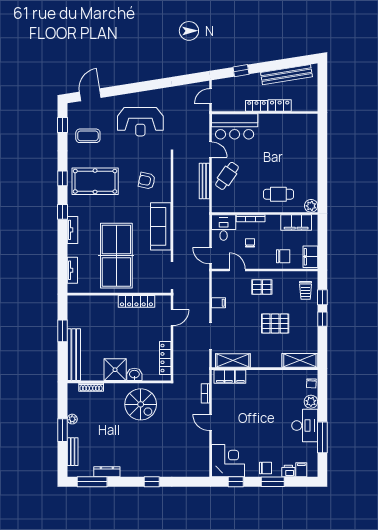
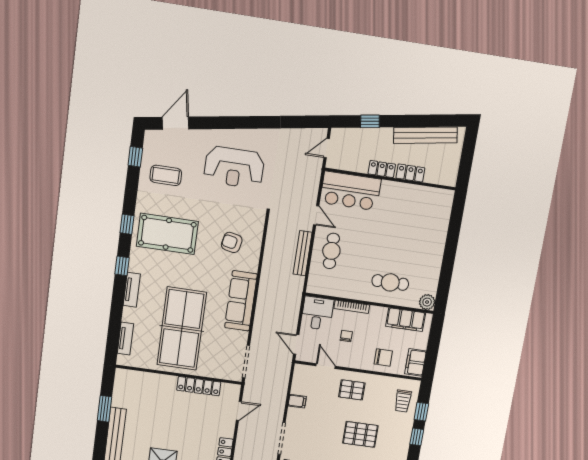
cafe table: (227, 176) -> (331, 251), turned -35

